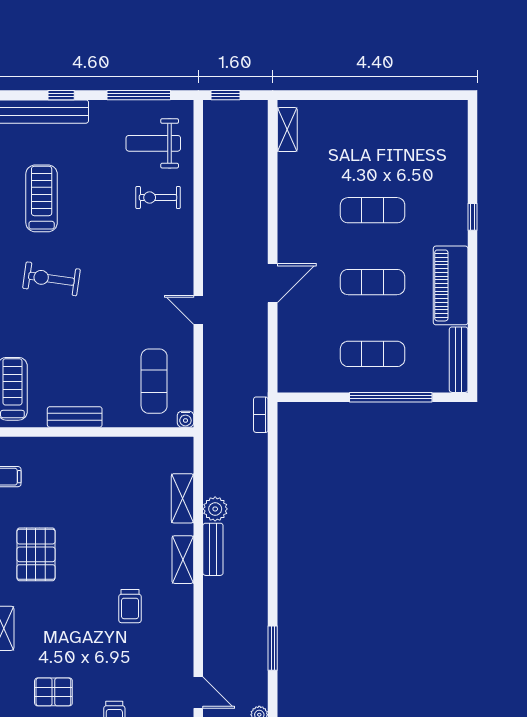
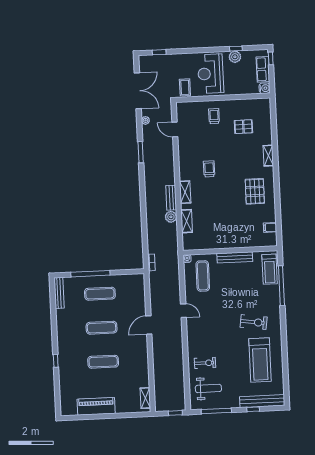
treadmill: (42, 198) -> (260, 360), width x1.37, depth x1.38
piano: (451, 285) -> (96, 406), moved, turned -90
bench: (75, 417) -> (235, 257), width x1.36

